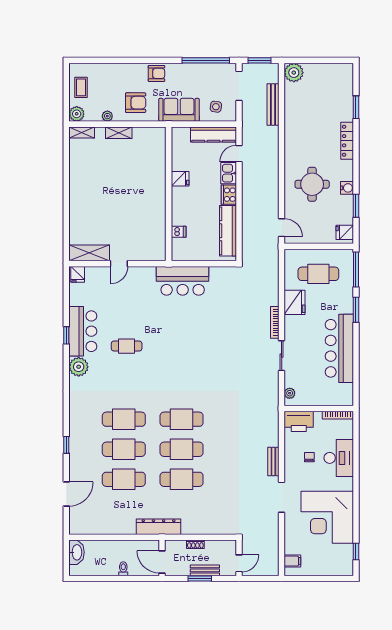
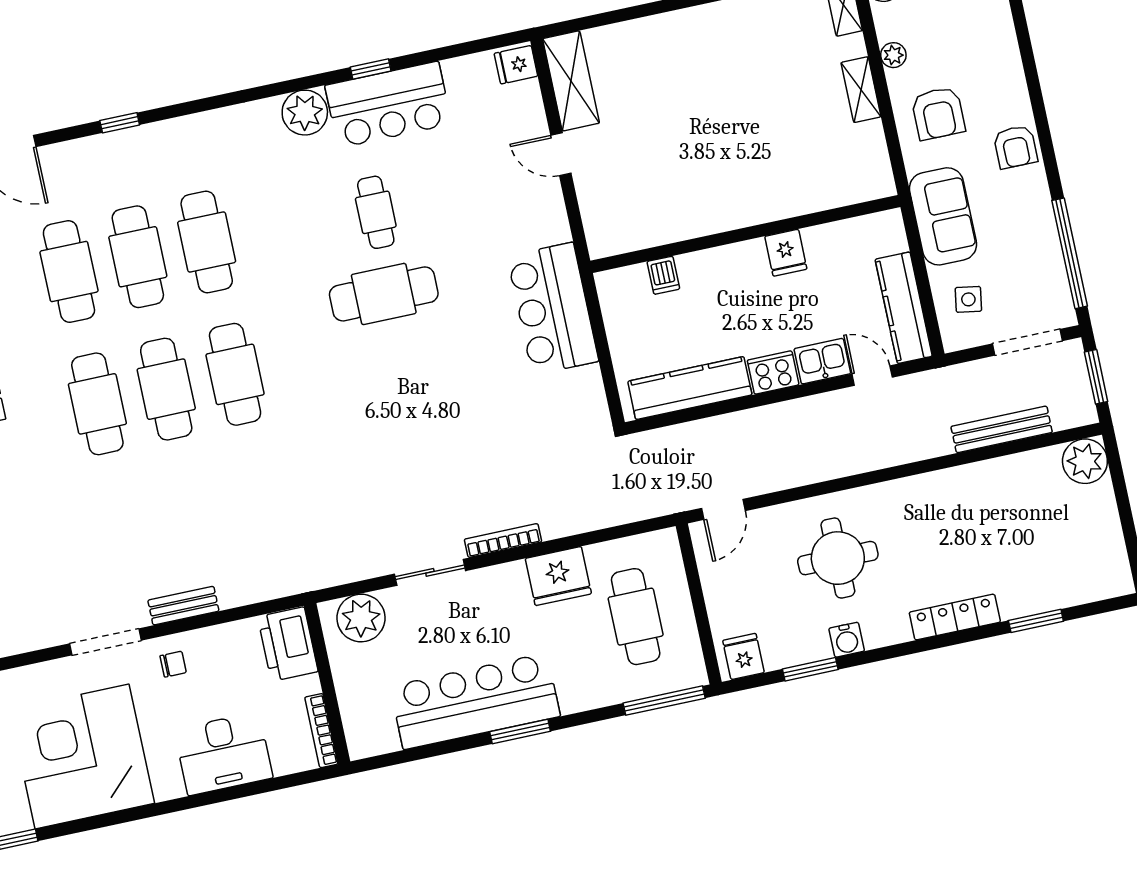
window: (356, 310) -> (520, 731), moved
cafe table: (161, 350) -> (384, 294), added
plant: (290, 393) -> (361, 618), width x1.87, depth x1.87
chair: (309, 457) -> (173, 664), moved

